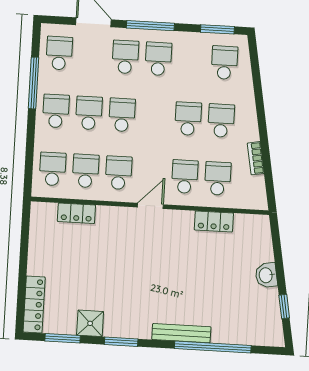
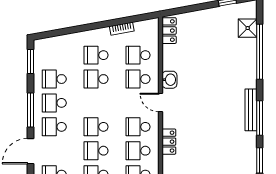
school desk: (224, 63) -> (54, 79), moved
locker: (76, 213) -> (169, 142), moved
locker: (214, 221) -> (169, 31), moved
washbasin: (266, 275) -> (169, 80), moved, turned -80
shower: (90, 323) -> (248, 28), moved
bench: (181, 333) -> (251, 110), moved
window: (121, 342) -> (260, 118), width x1.44

